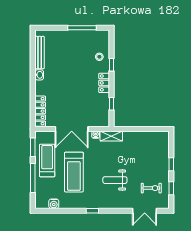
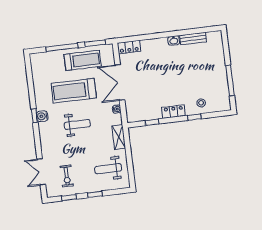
bench: (40, 53) -> (193, 38), width x0.73
locker: (40, 111) -> (129, 47), width x0.66
shelving: (111, 136) -> (119, 137), moved
weight bench: (149, 149) -> (108, 169), added
weight bench: (115, 180) -> (77, 125), moved, turned 90
water cooler: (54, 204) -> (42, 116), moved

